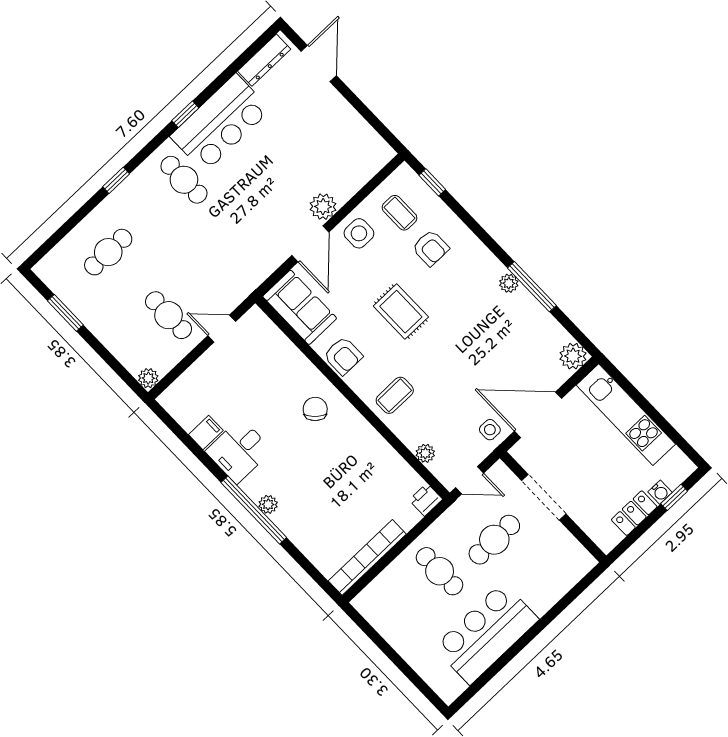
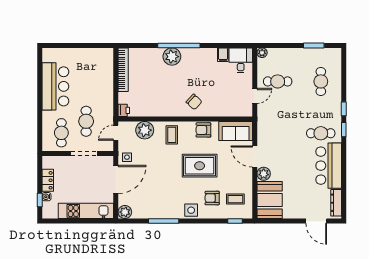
window: (185, 114) -> (344, 130), moved
booth: (353, 161) -> (270, 200), added
side table: (359, 233) -> (191, 210), moved
plant: (509, 283) -> (173, 214), removed
rug: (401, 312) -> (200, 166), width x1.36, depth x1.43
desk: (239, 451) -> (241, 60), moved
plant: (425, 453) -> (145, 130), width x1.87, depth x1.87
plant: (268, 504) -> (172, 57), width x1.87, depth x1.87
cafe table: (440, 571) -> (61, 133), moved, turned 90

